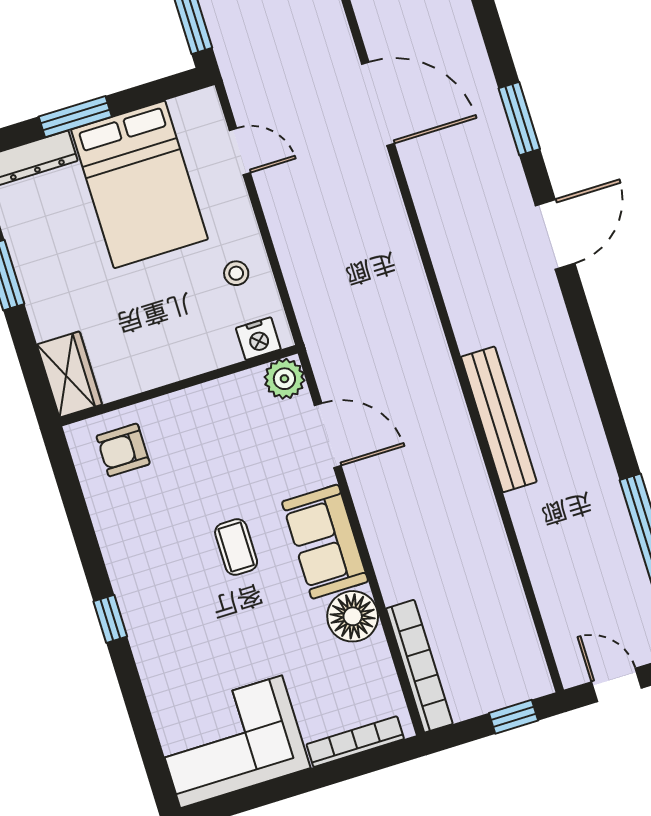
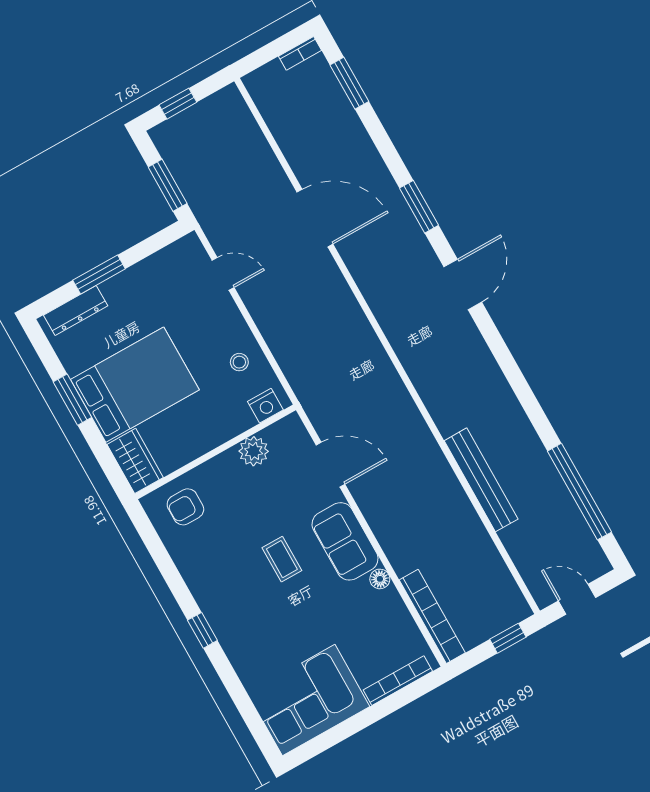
bed: (140, 184) -> (135, 385), moved, turned -90
plant: (284, 379) -> (254, 451), moved
bench: (499, 419) -> (481, 480), moved
floor lamp: (353, 616) -> (380, 579), width x0.53, depth x0.53

